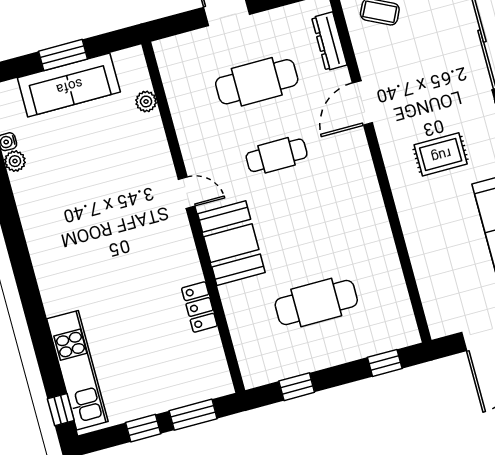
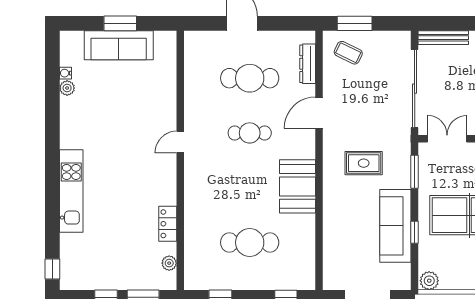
plant: (146, 101) -> (169, 263), moved
door: (187, 193) -> (180, 142), swing flipped
booth: (231, 243) -> (297, 186), moved
kitchen unit: (77, 370) -> (71, 191), moved

